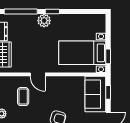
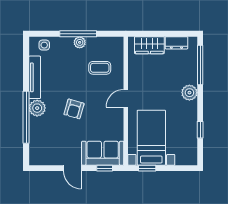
window: (52, 11) -> (200, 130), moved
door: (38, 74) -> (126, 98), moved

